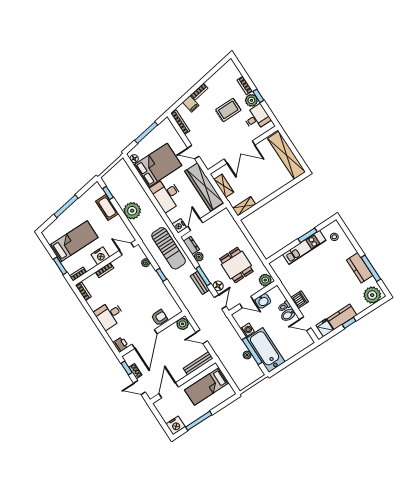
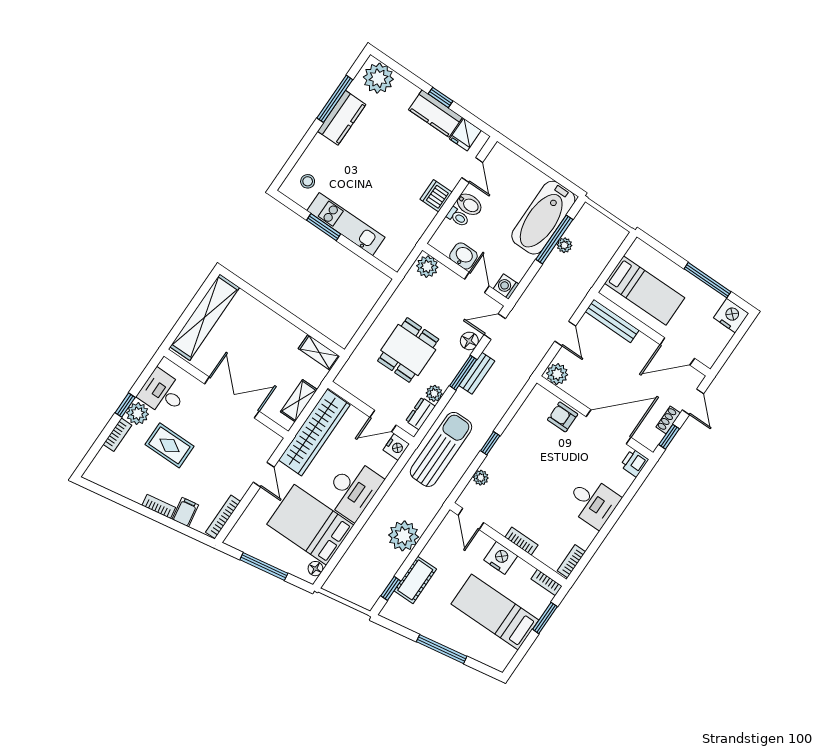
dining table: (236, 265) -> (408, 350), moved
washing machine: (247, 330) -> (506, 287), moved

